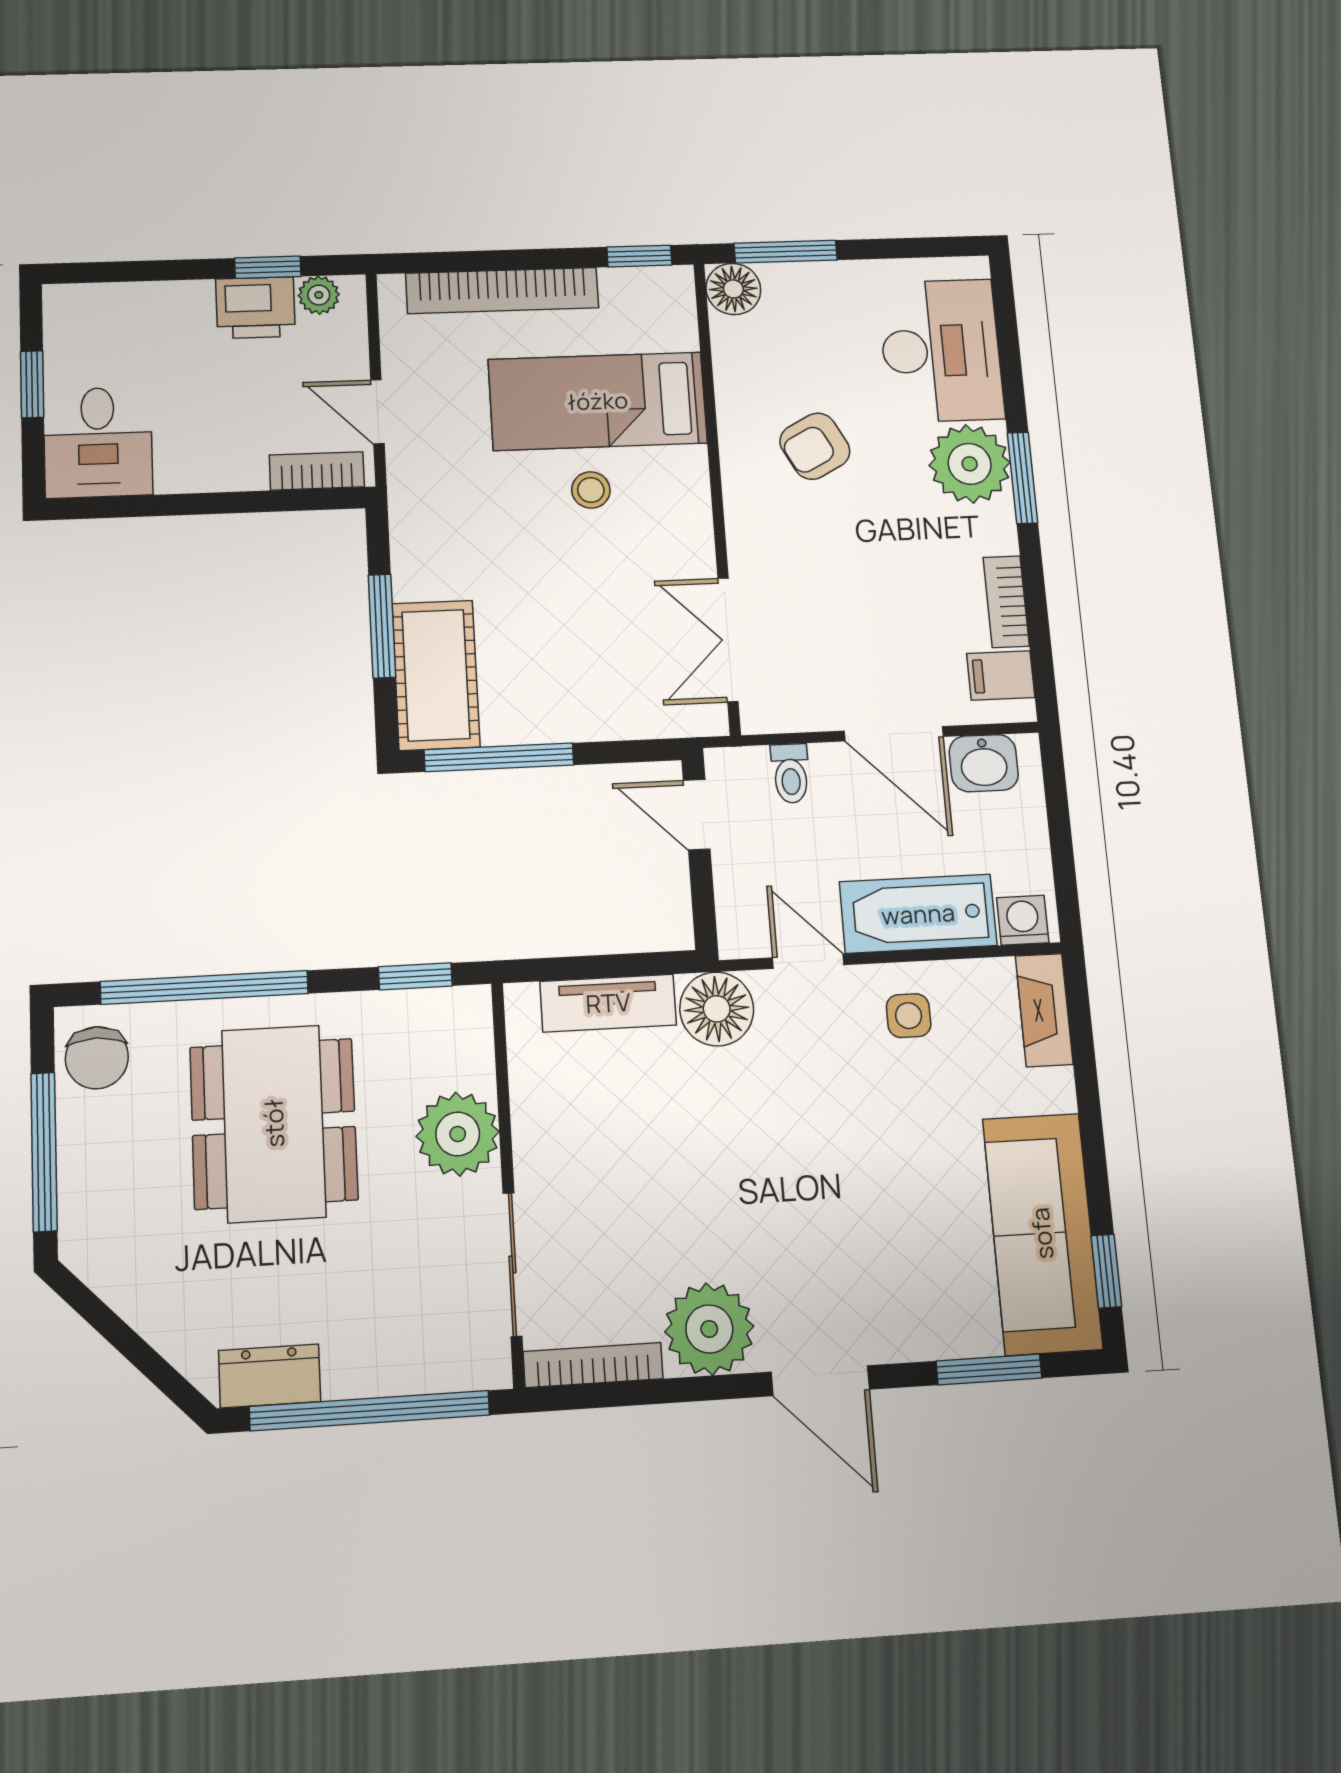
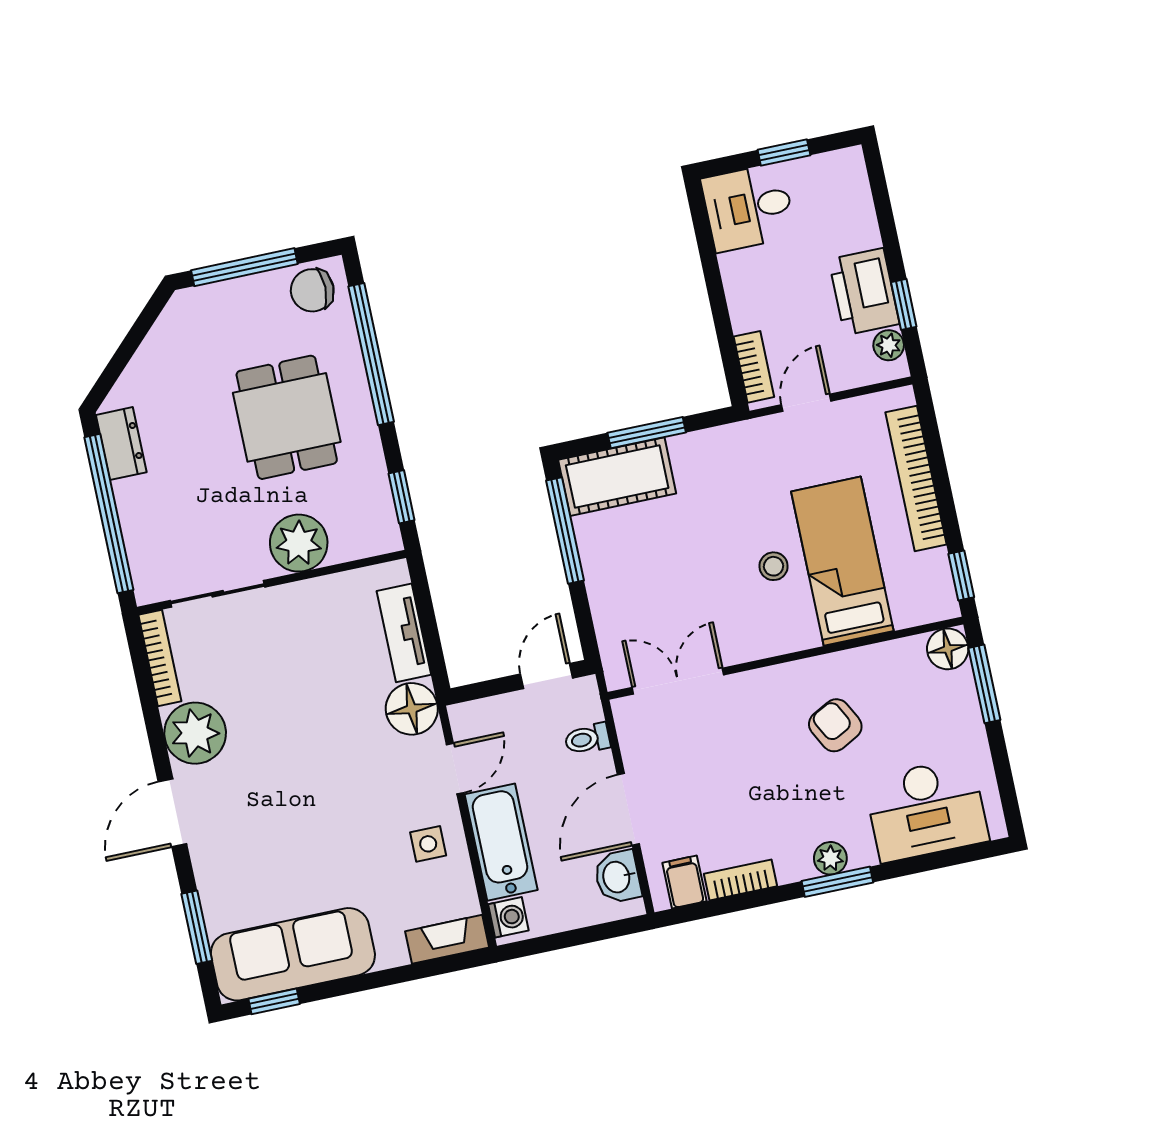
printer: (256, 308) -> (864, 292), width x1.37, depth x1.19
plant: (970, 464) -> (830, 858), width x0.53, depth x0.53
dining table: (274, 1123) -> (287, 417), width x0.73

